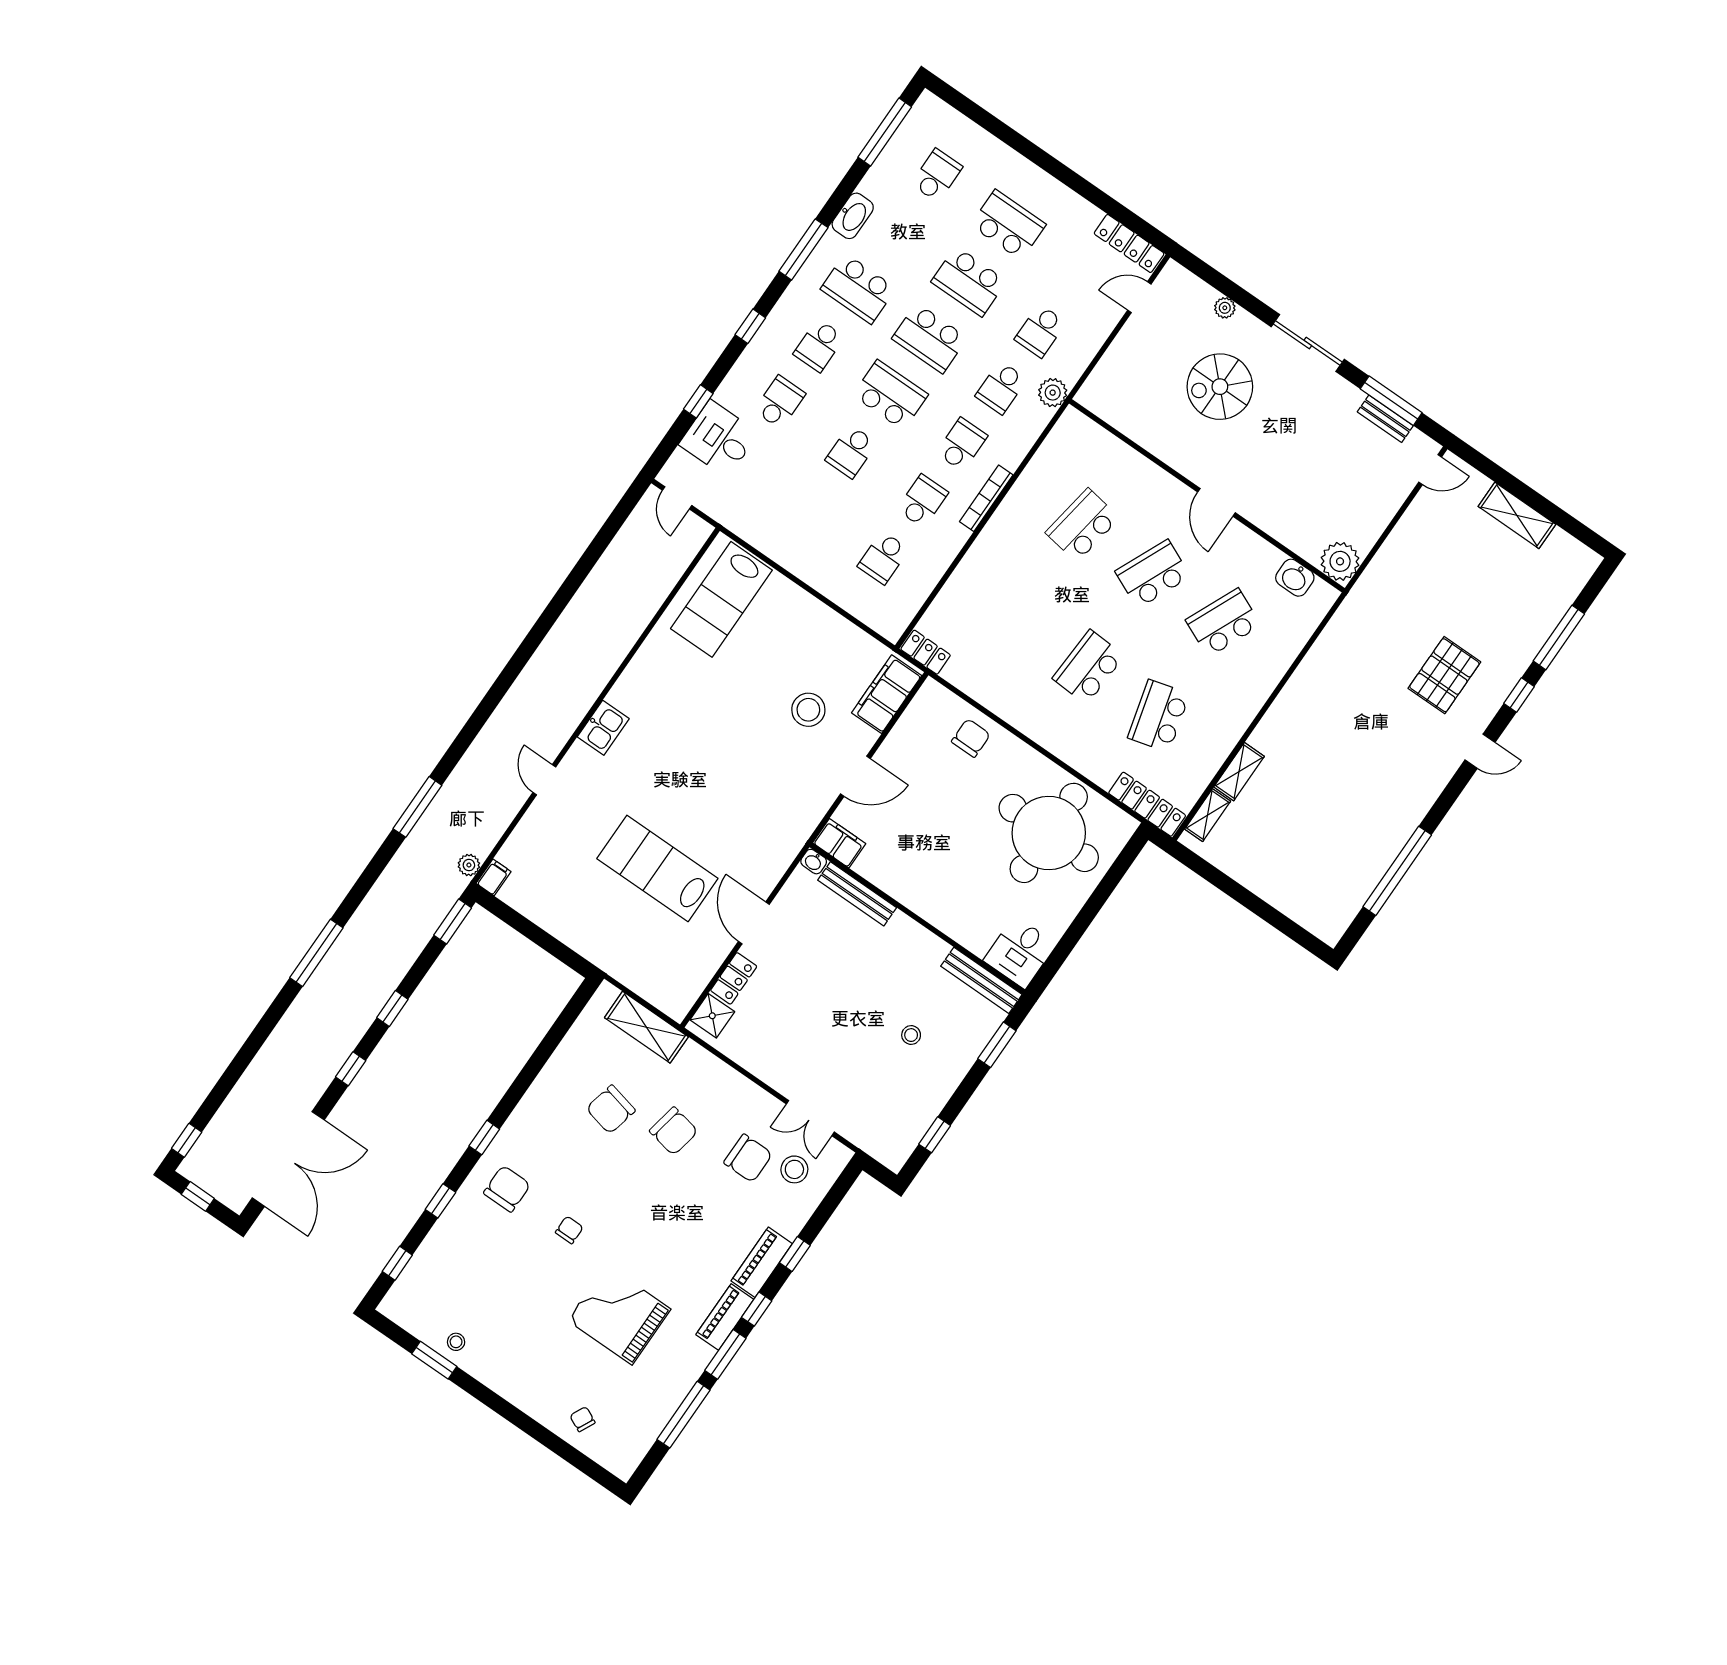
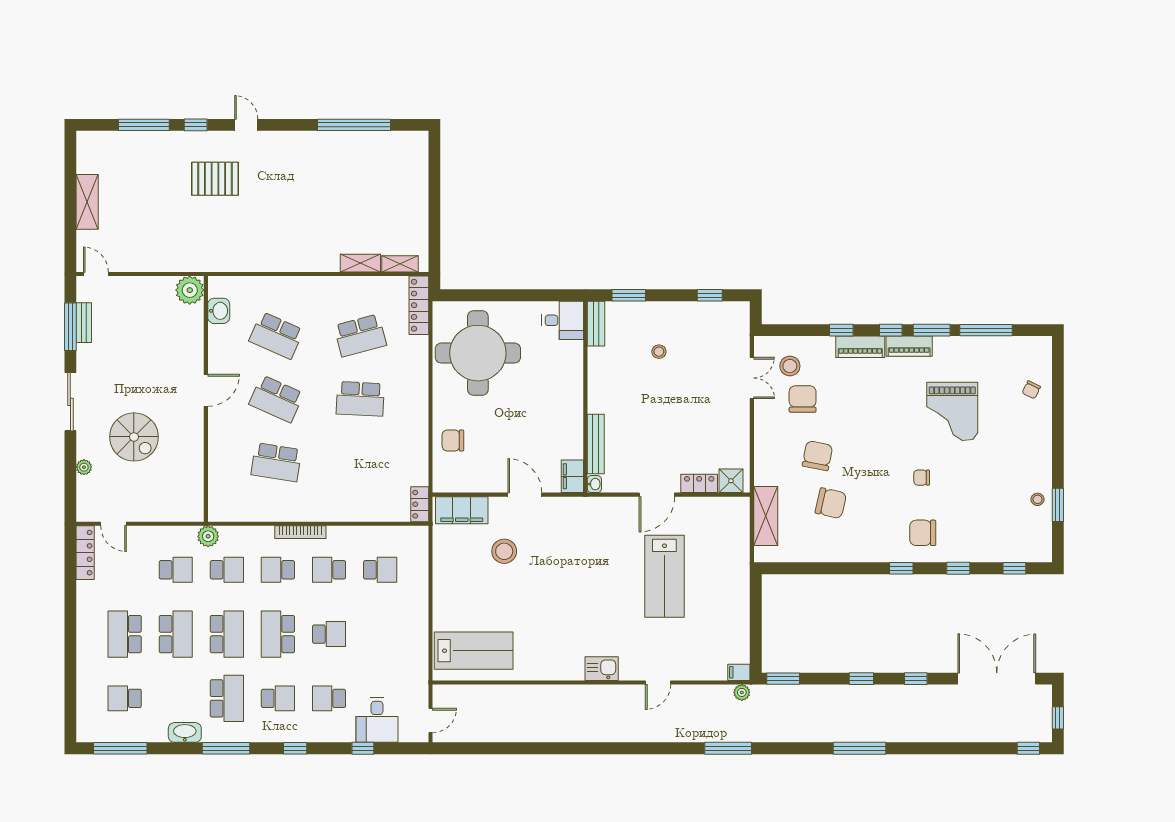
bench: (981, 980) -> (596, 324), width x0.73

